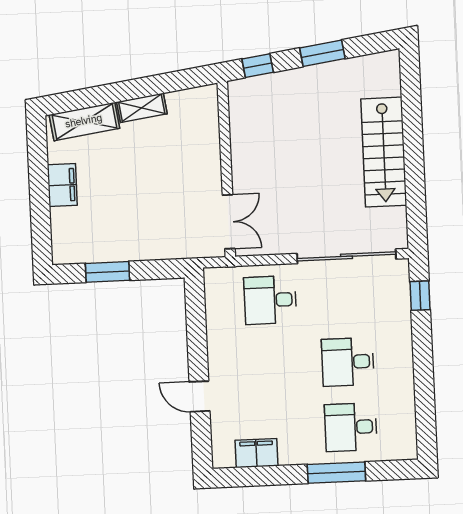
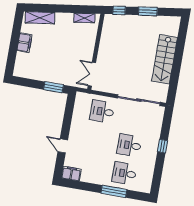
shelving: (142, 108) -> (84, 18), moved
double door: (229, 222) -> (92, 74), swing flipped
window: (108, 272) -> (53, 87), moved
window: (420, 296) -> (162, 146), moved
filing cabinet: (256, 453) -> (71, 174), moved

